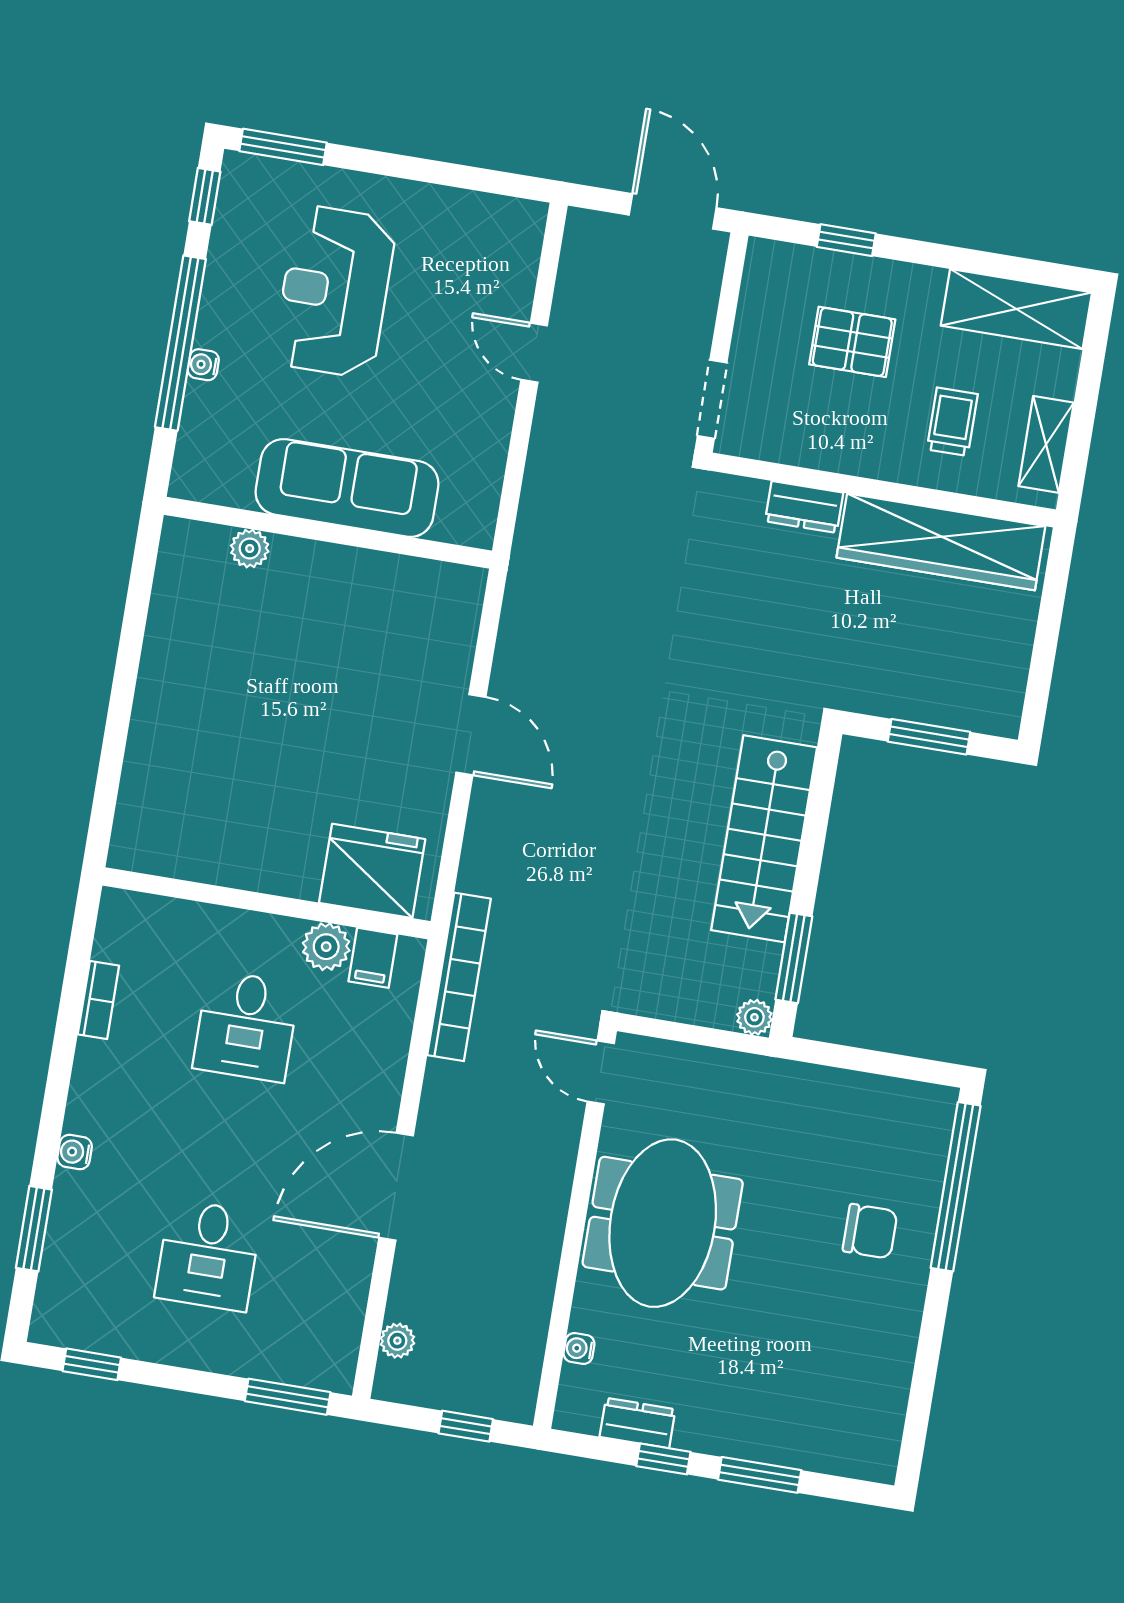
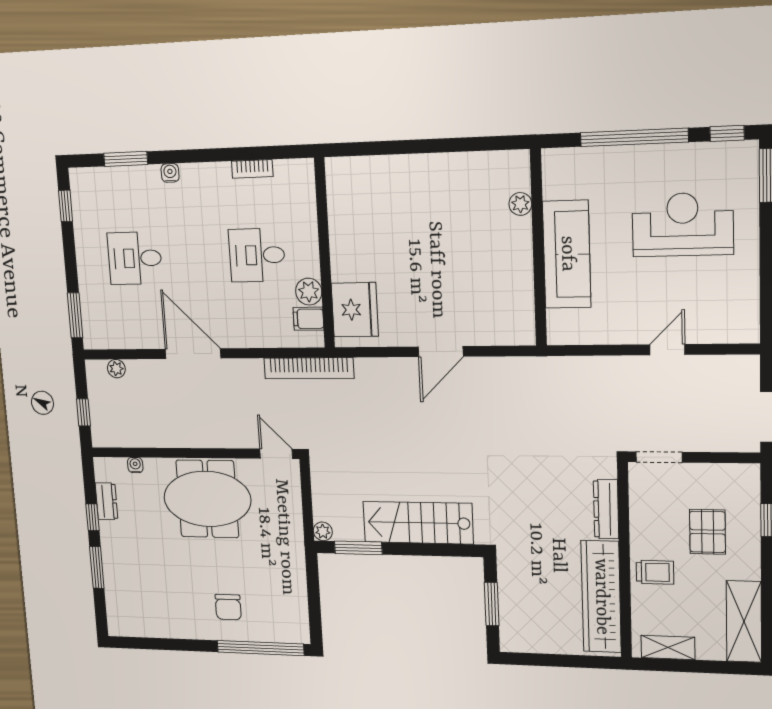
water cooler: (203, 365) -> (624, 154), removed
trolley: (952, 422) -> (655, 572), moved
dresser: (804, 507) -> (606, 509), width x1.44
door: (601, 1072) -> (276, 454), hinge flipped

